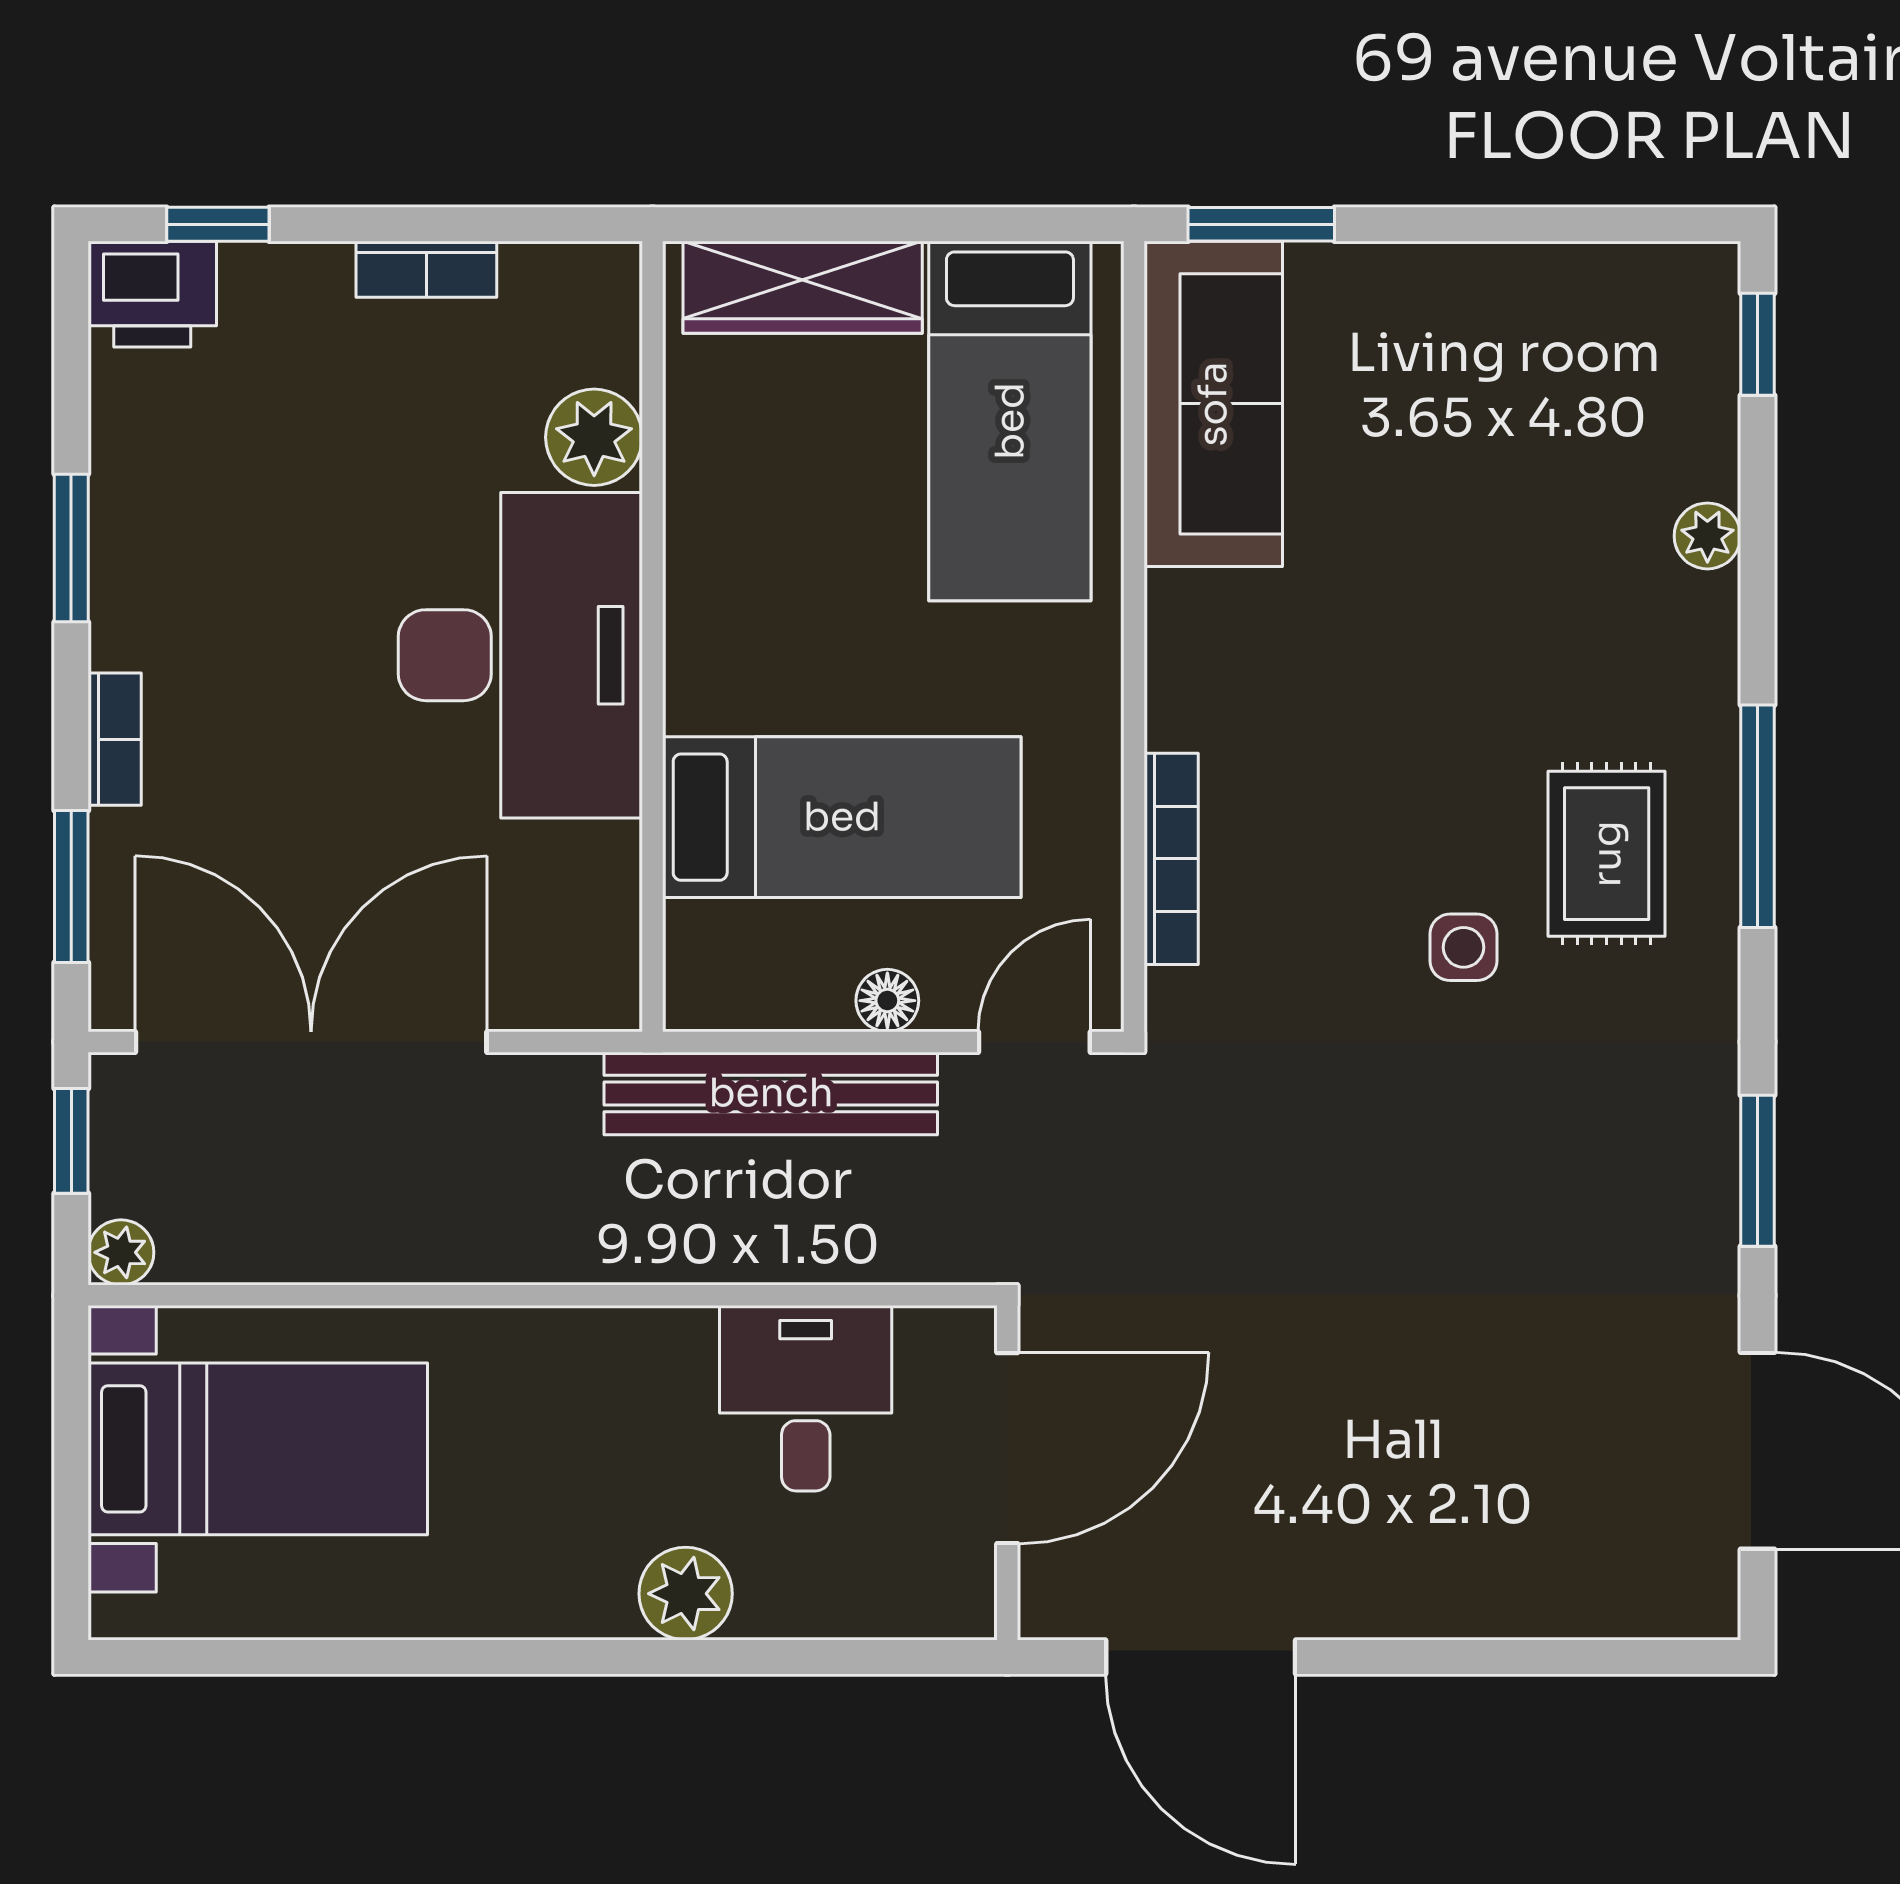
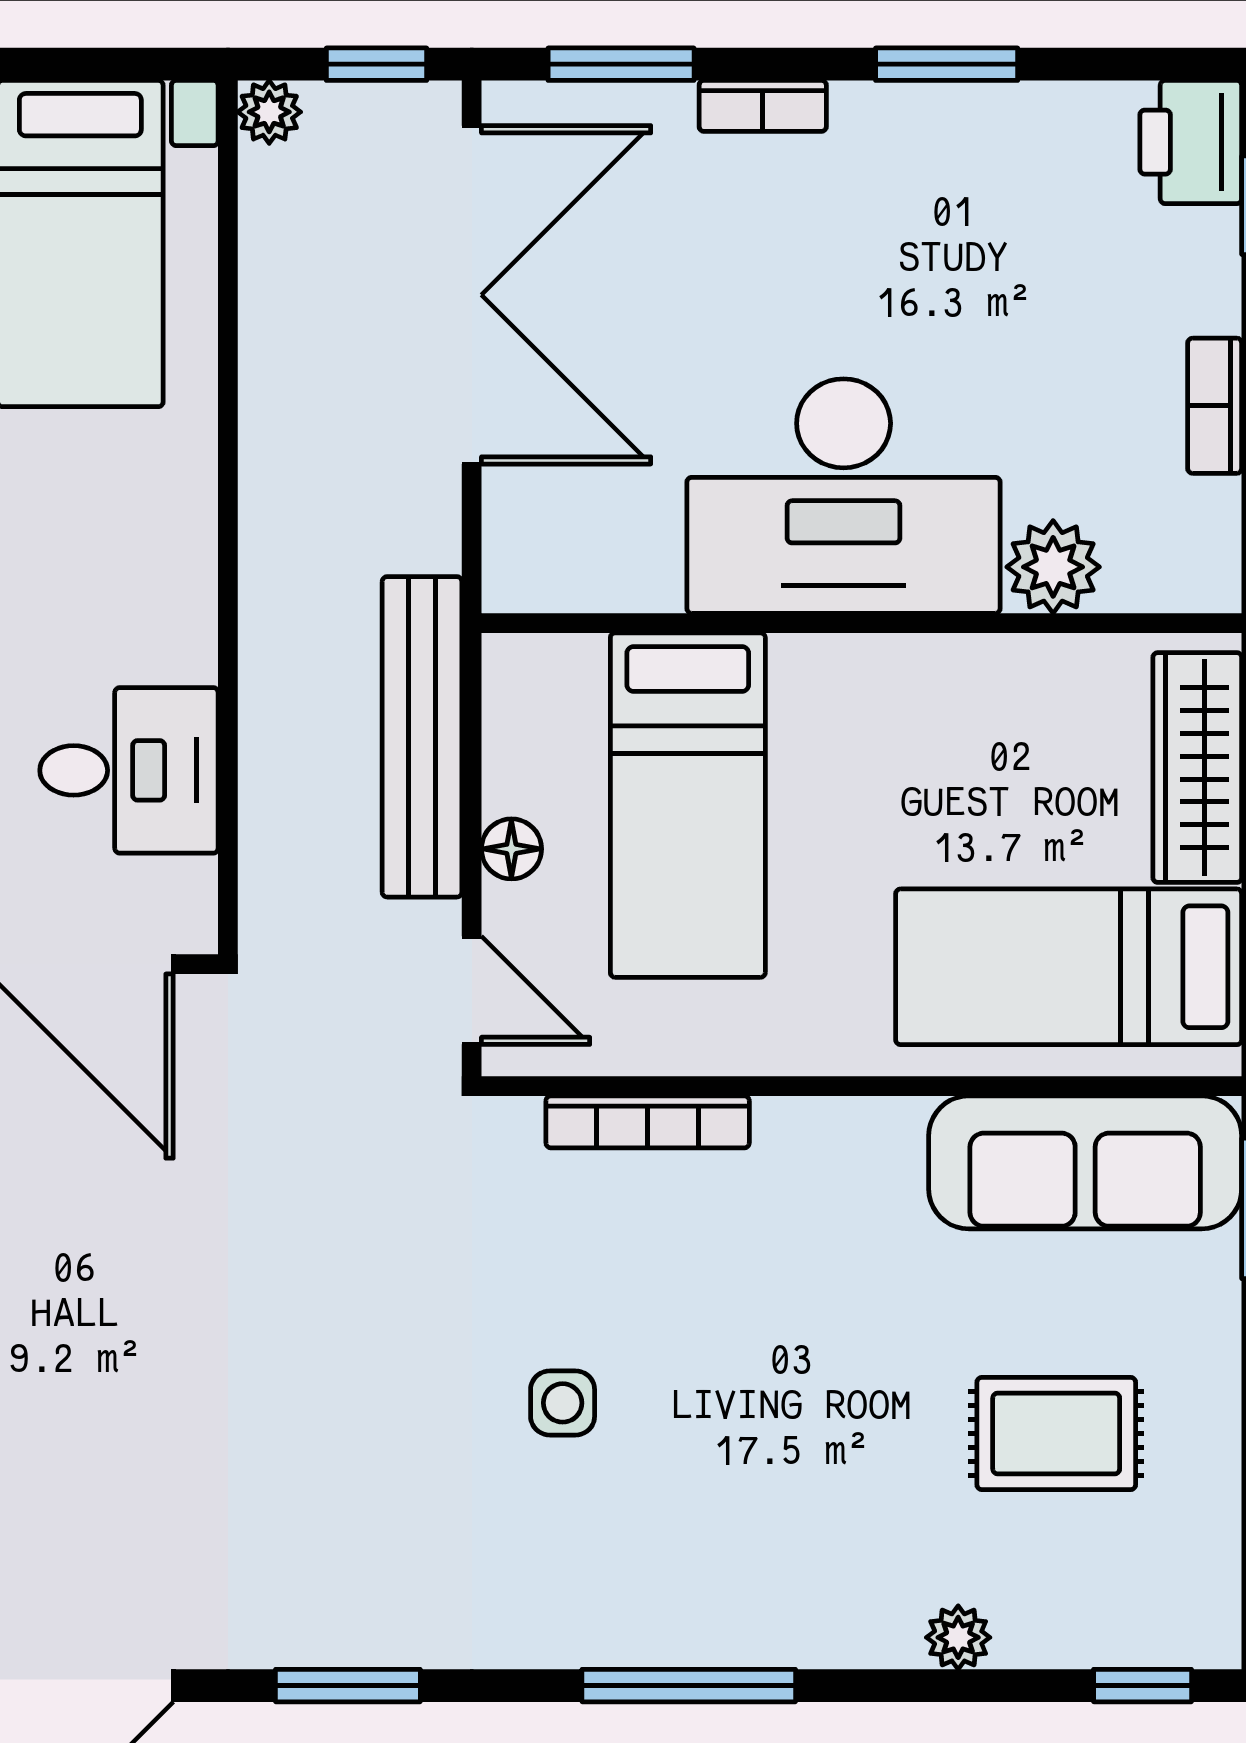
rug: (1607, 854) -> (1056, 1433), moved

